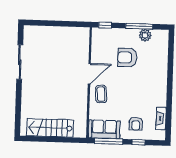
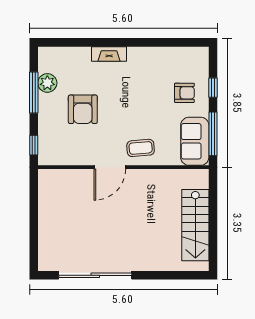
sliding door: (20, 62) -> (95, 275), width x1.36
door: (89, 74) -> (110, 167), swing flipped
fireplace: (161, 119) -> (109, 54), moved

